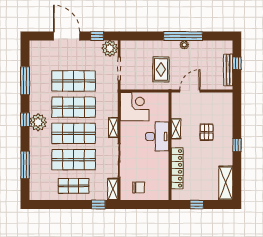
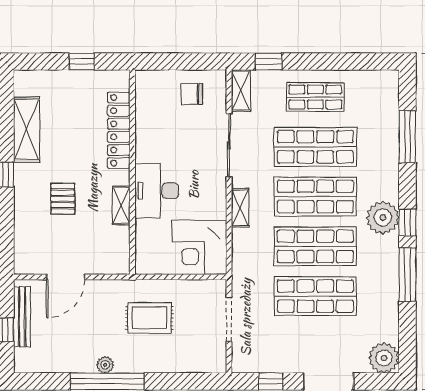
plant: (110, 48) -> (384, 358), moved
rug: (161, 69) -> (149, 318), turned 90
window: (25, 81) -> (407, 275), moved
door: (190, 91) -> (65, 277), moved
shelving: (226, 183) -> (27, 130), moved

